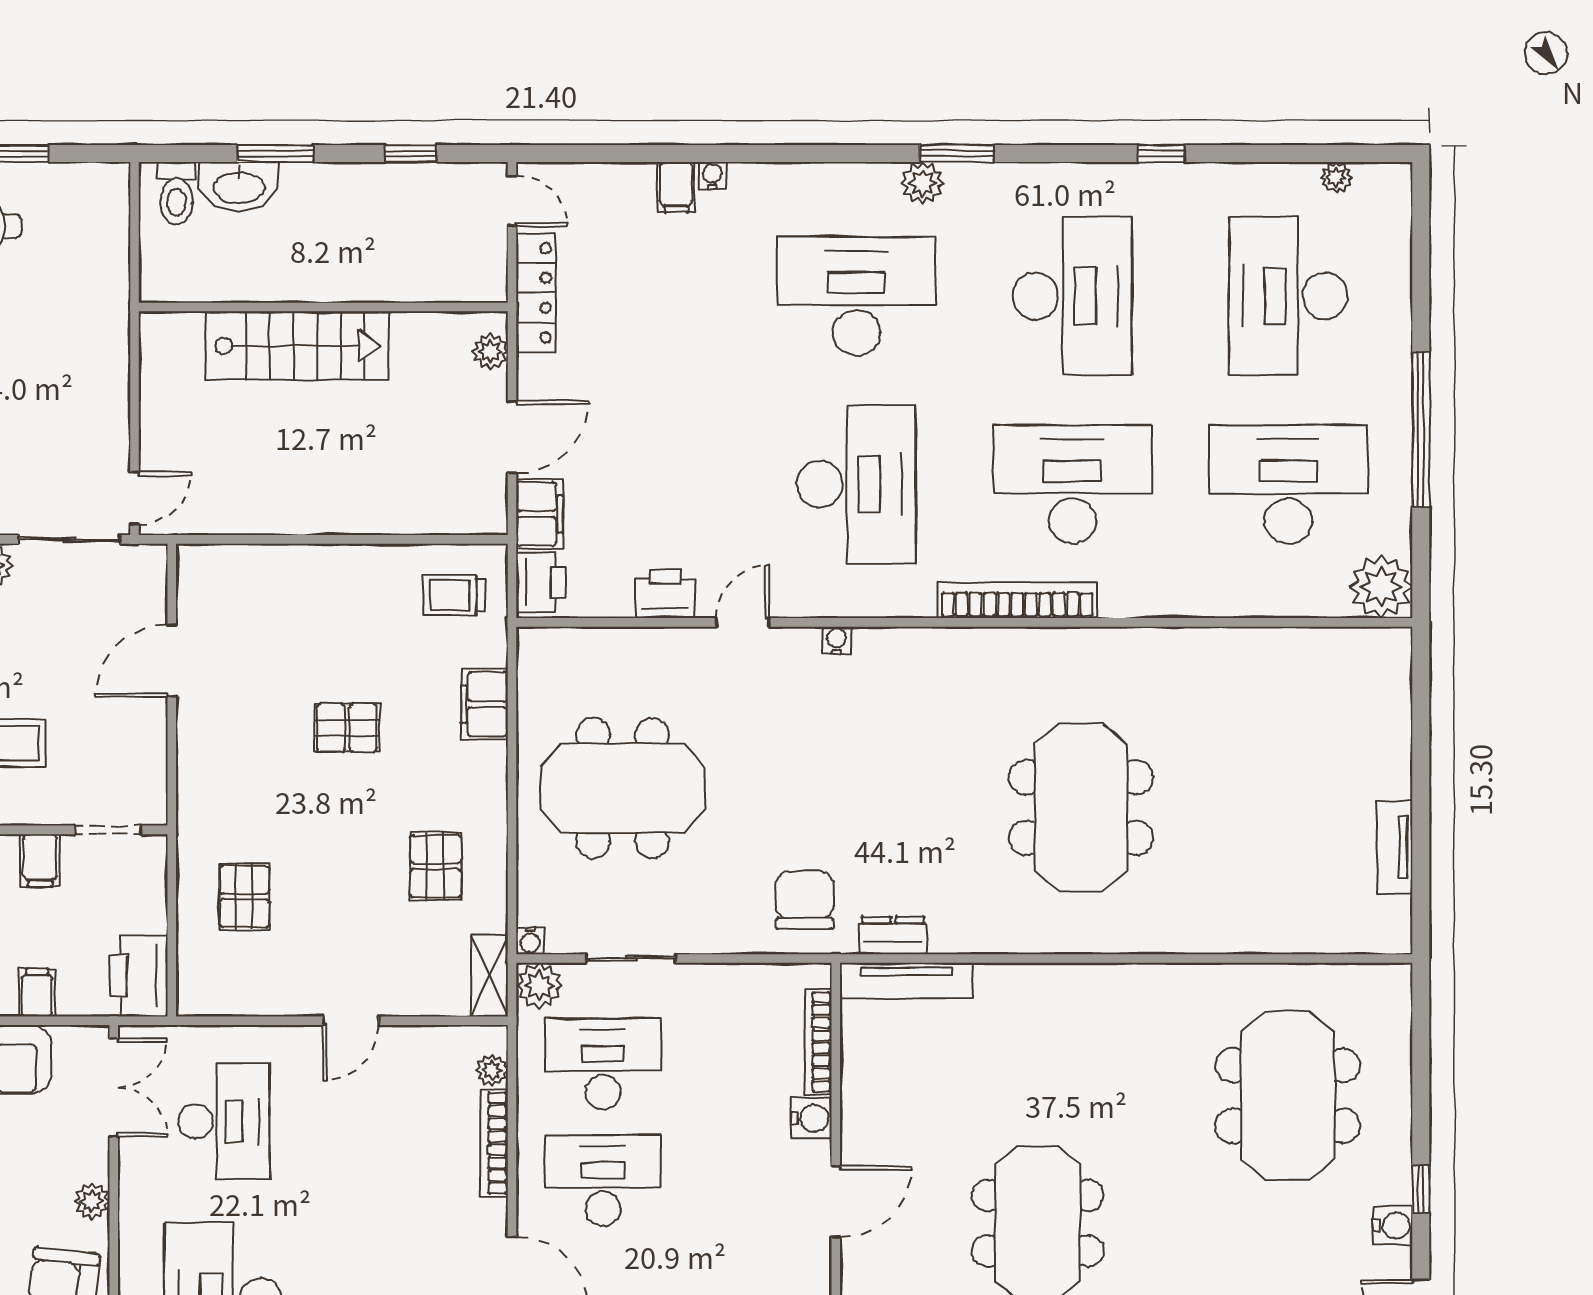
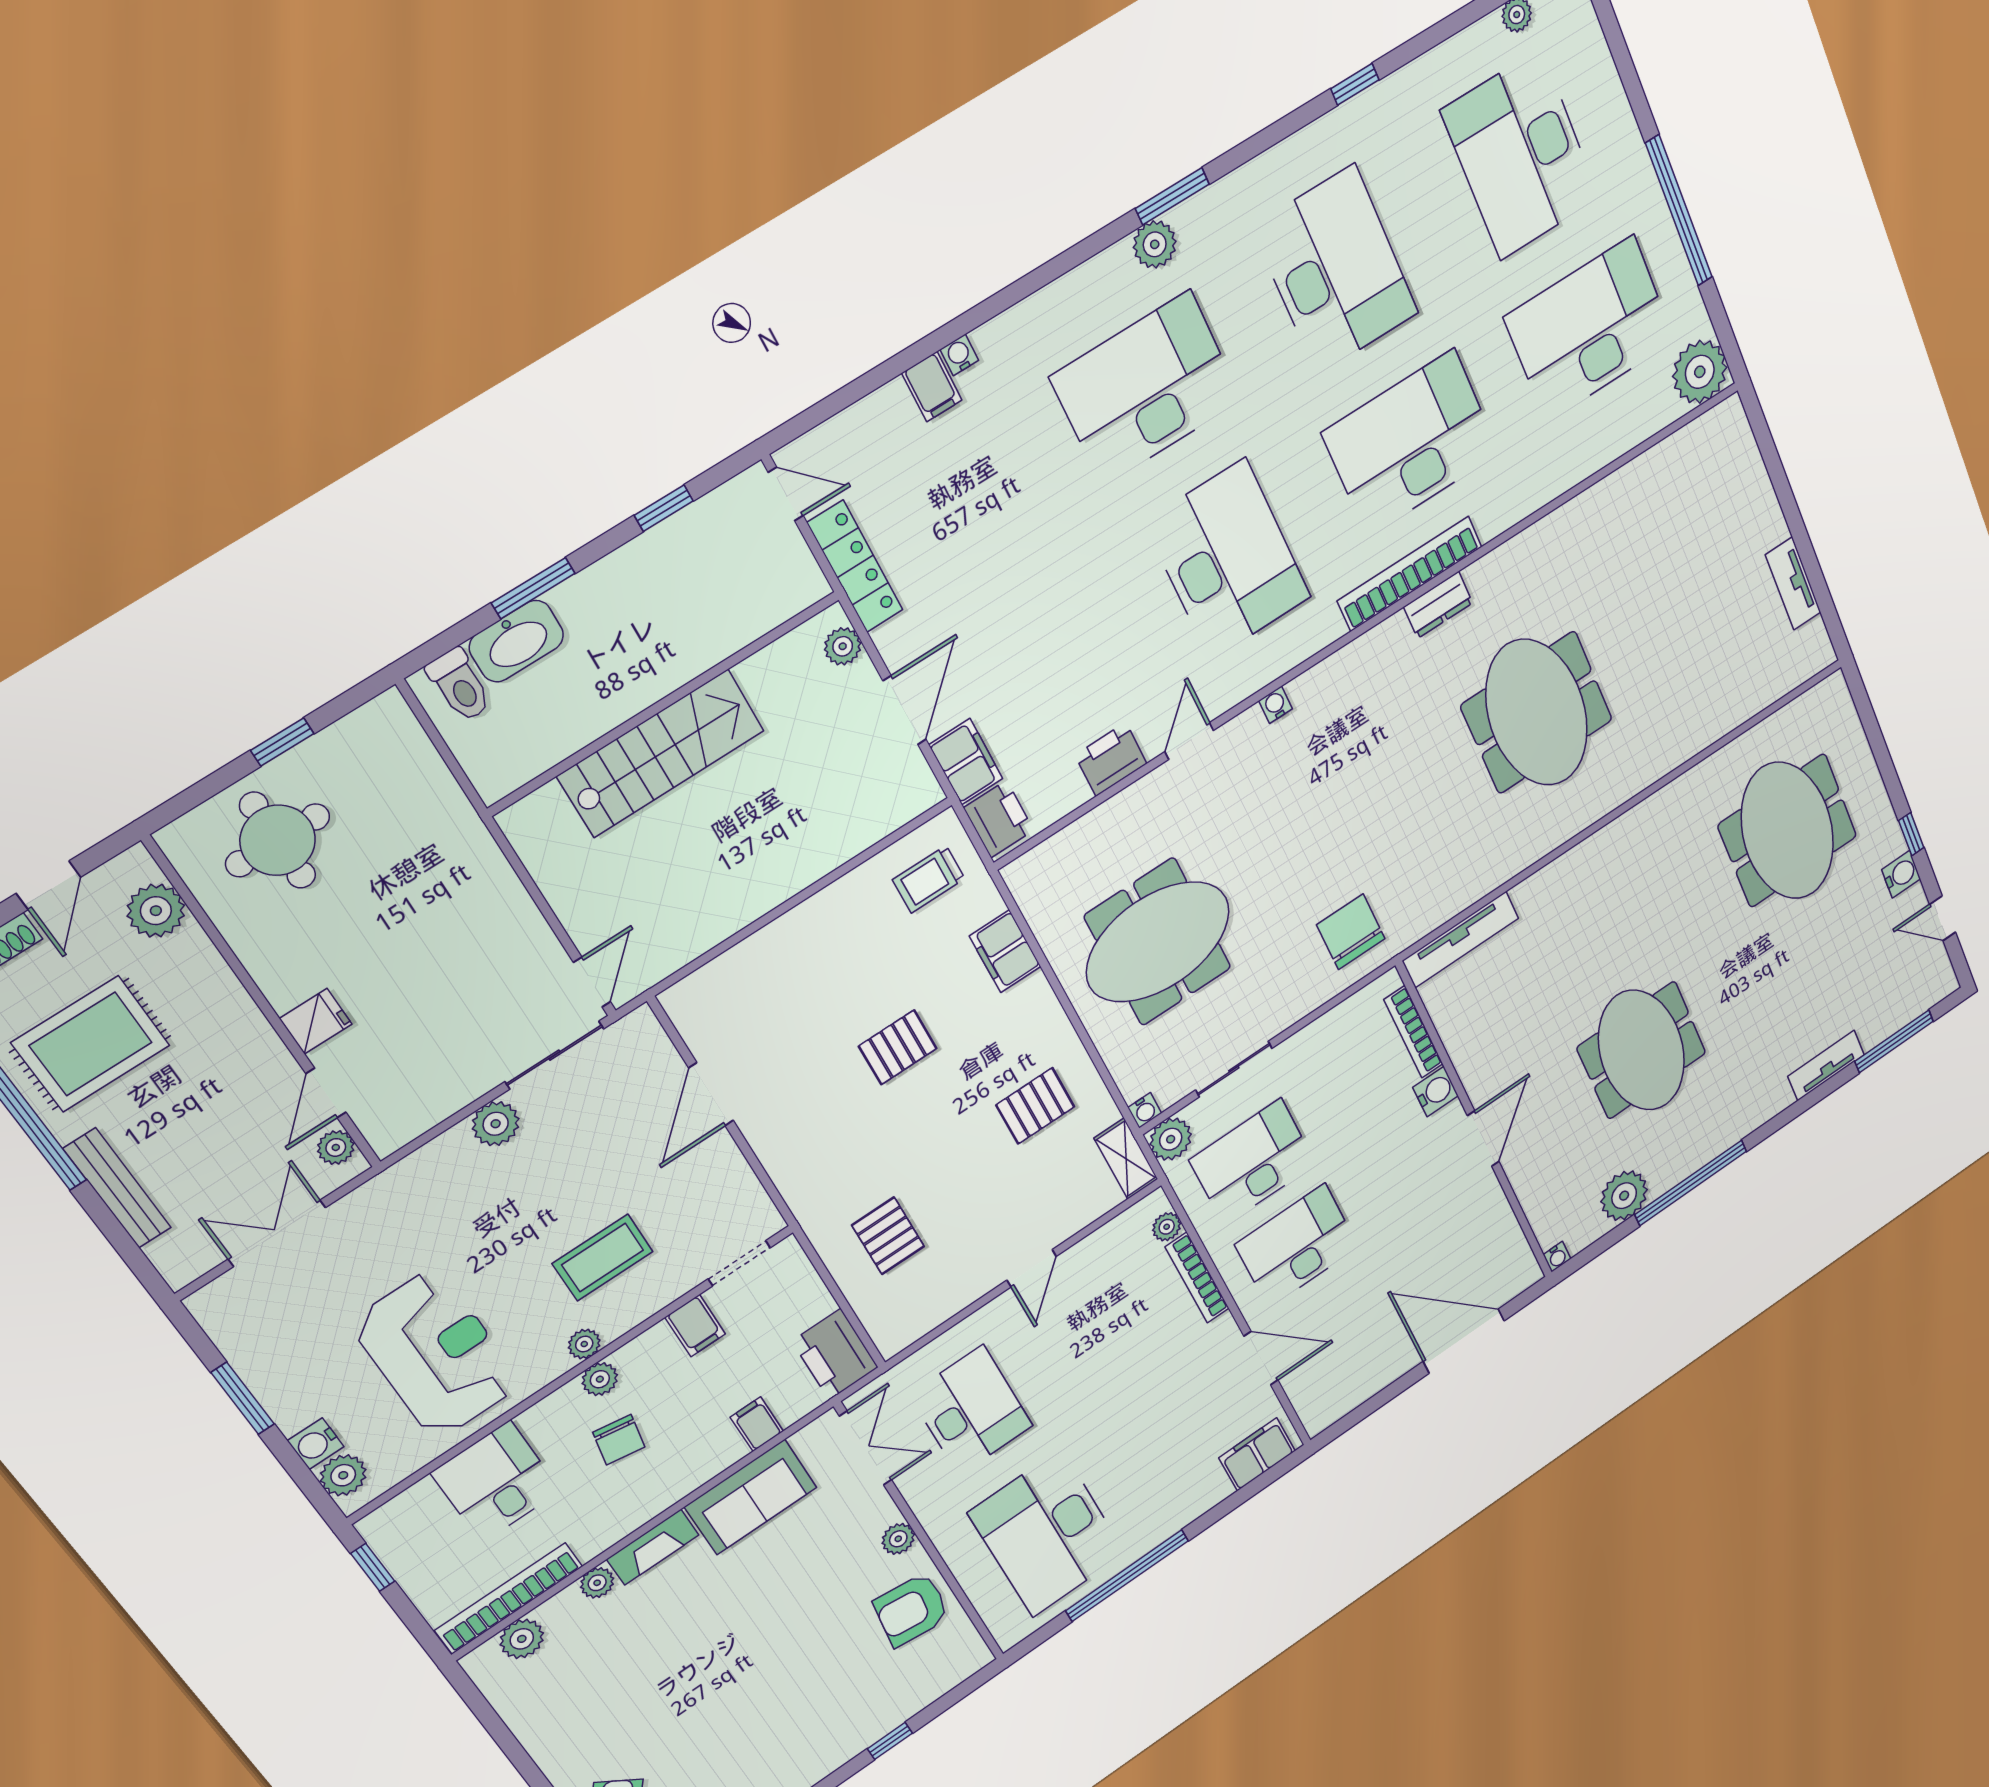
pallet: (436, 866) -> (1035, 1106), turned 90
dresser: (893, 935) -> (1438, 605), moved, turned 180

